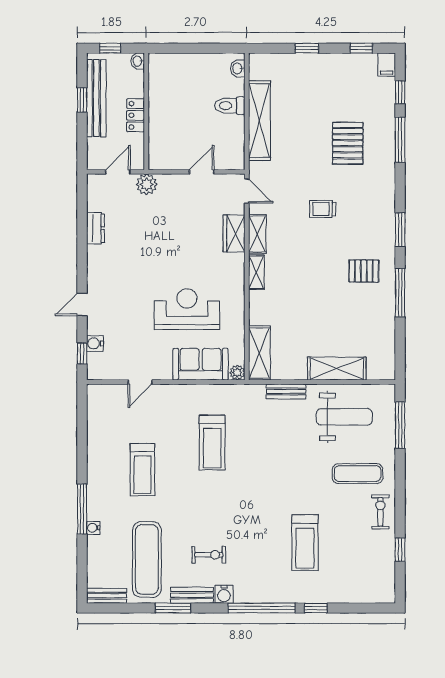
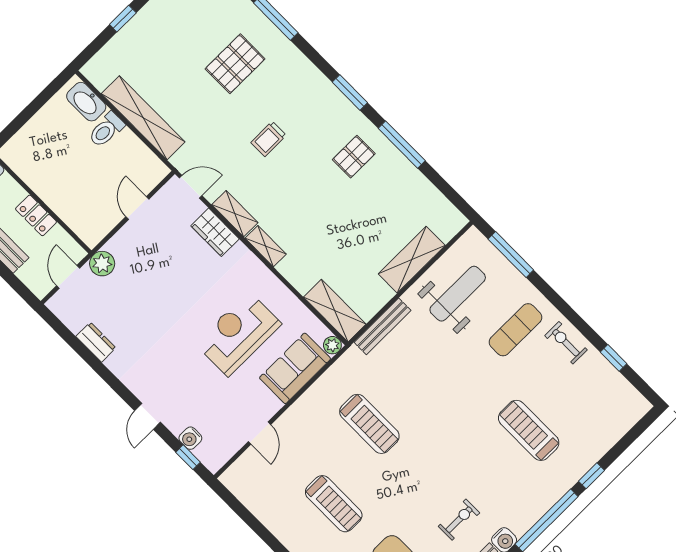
washbasin: (238, 68) -> (86, 102), width x1.91, depth x1.45
pallet: (348, 143) -> (235, 64), turned 90
bench: (286, 391) -> (383, 326), width x1.36
treadmill: (305, 543) -> (529, 430), turned 180

